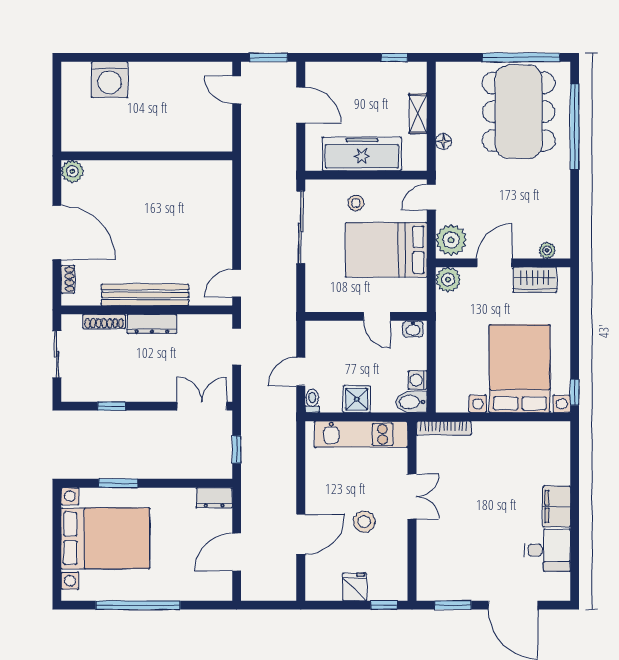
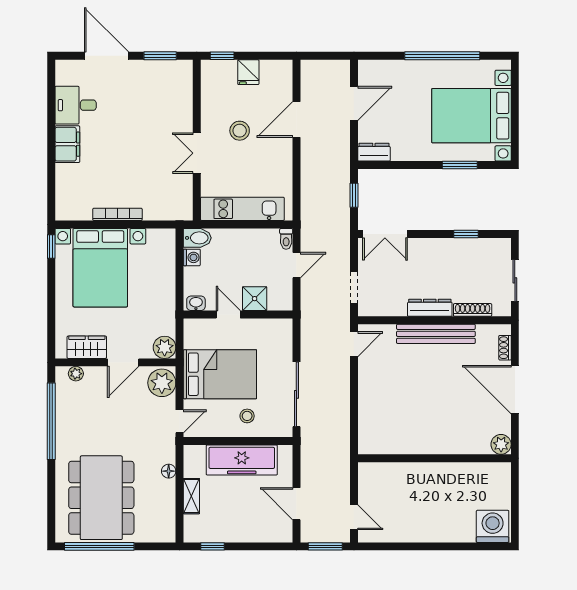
washing machine: (109, 80) -> (493, 526), moved
window: (575, 127) -> (51, 421), moved
shower: (357, 399) -> (255, 299), moved
bookcase: (444, 428) -> (117, 214), moved

